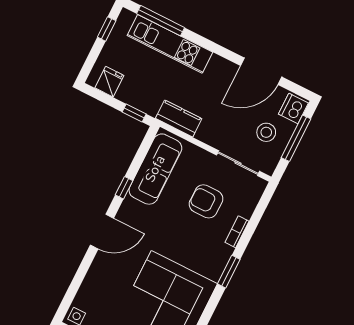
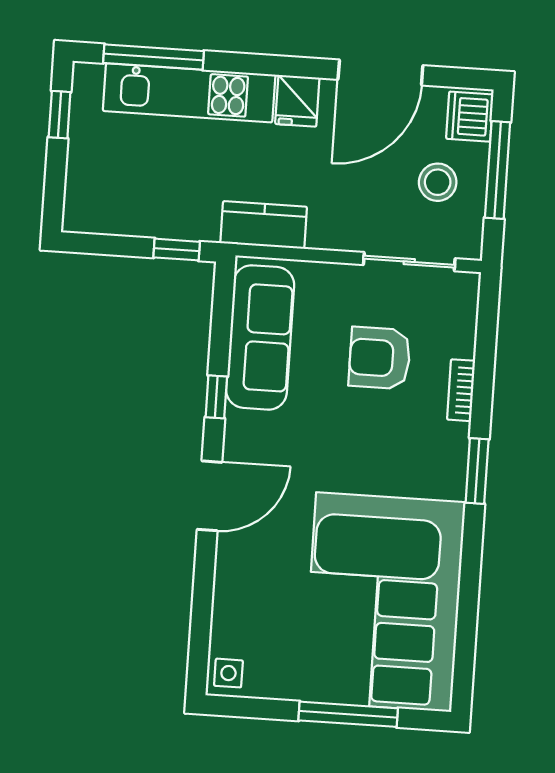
fridge: (109, 82) -> (297, 101), moved, turned 180

